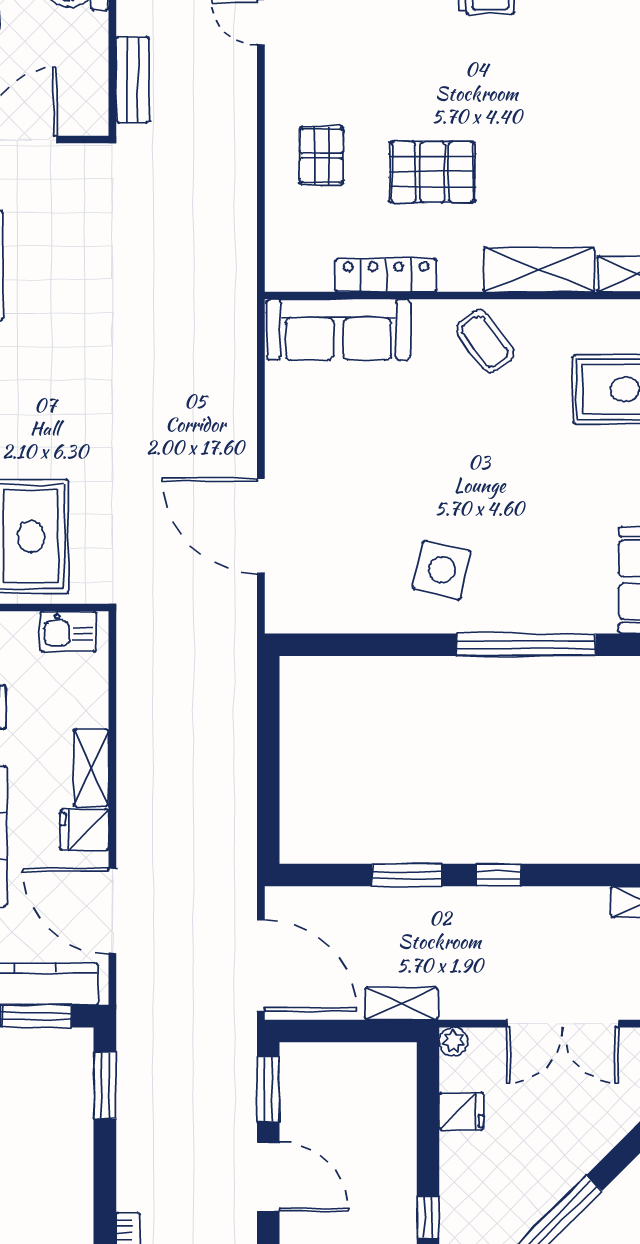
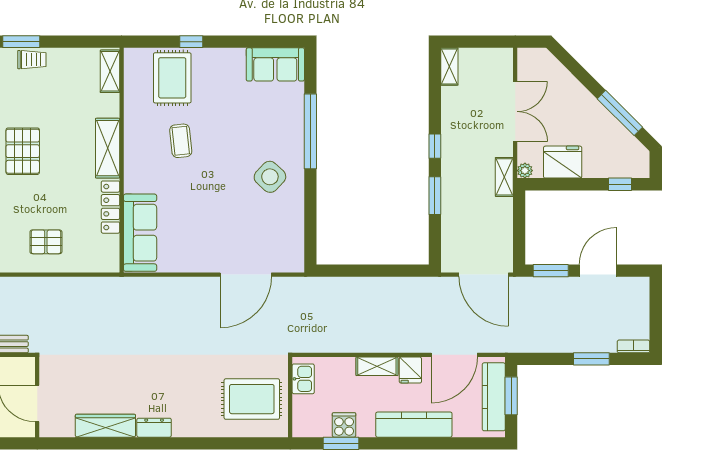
pallet: (432, 172) -> (23, 151), moved
shelving: (539, 270) -> (108, 148), moved
coffee table: (485, 341) -> (181, 141), moved, turned -59
side table: (442, 570) -> (270, 177), turned 30
door: (261, 965) -> (484, 275), swing flipped
shelving: (401, 1003) -> (504, 177), moved
window: (105, 1086) -> (591, 359), moved
fridge: (461, 1111) -> (563, 162), width x1.88, depth x1.34

